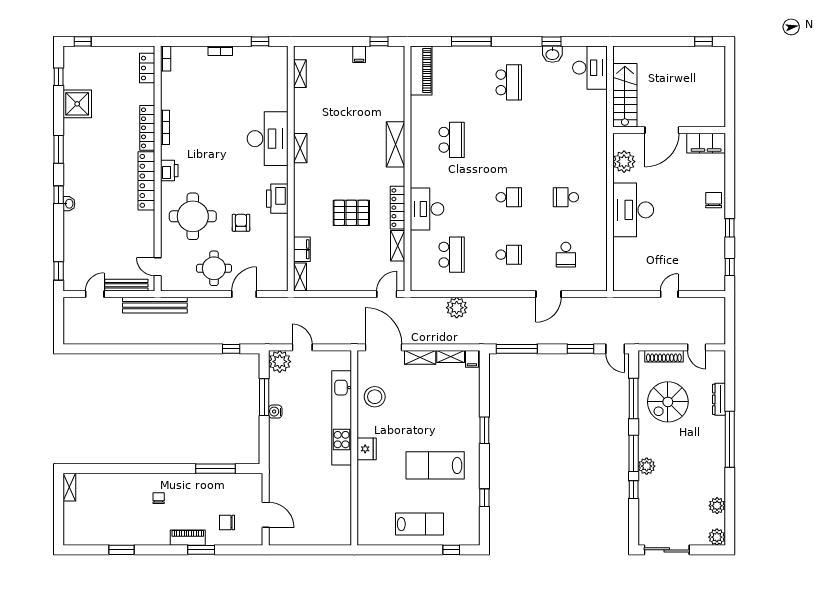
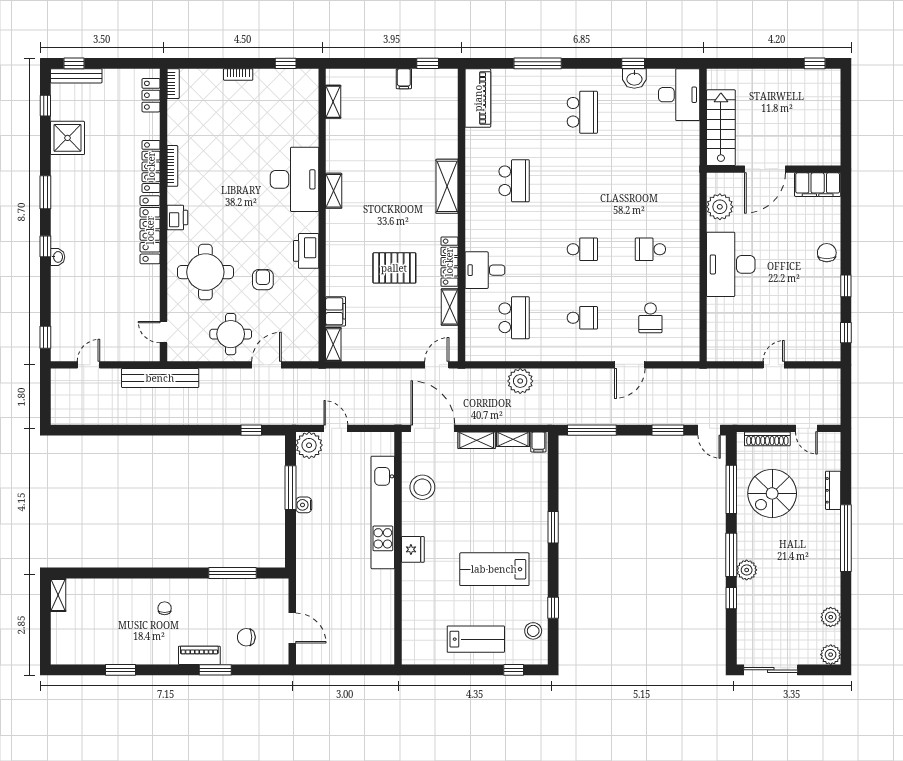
desk: (427, 209) -> (485, 270), width x0.73
bench: (126, 285) -> (76, 76), moved
stool: (468, 517) -> (533, 631), added

